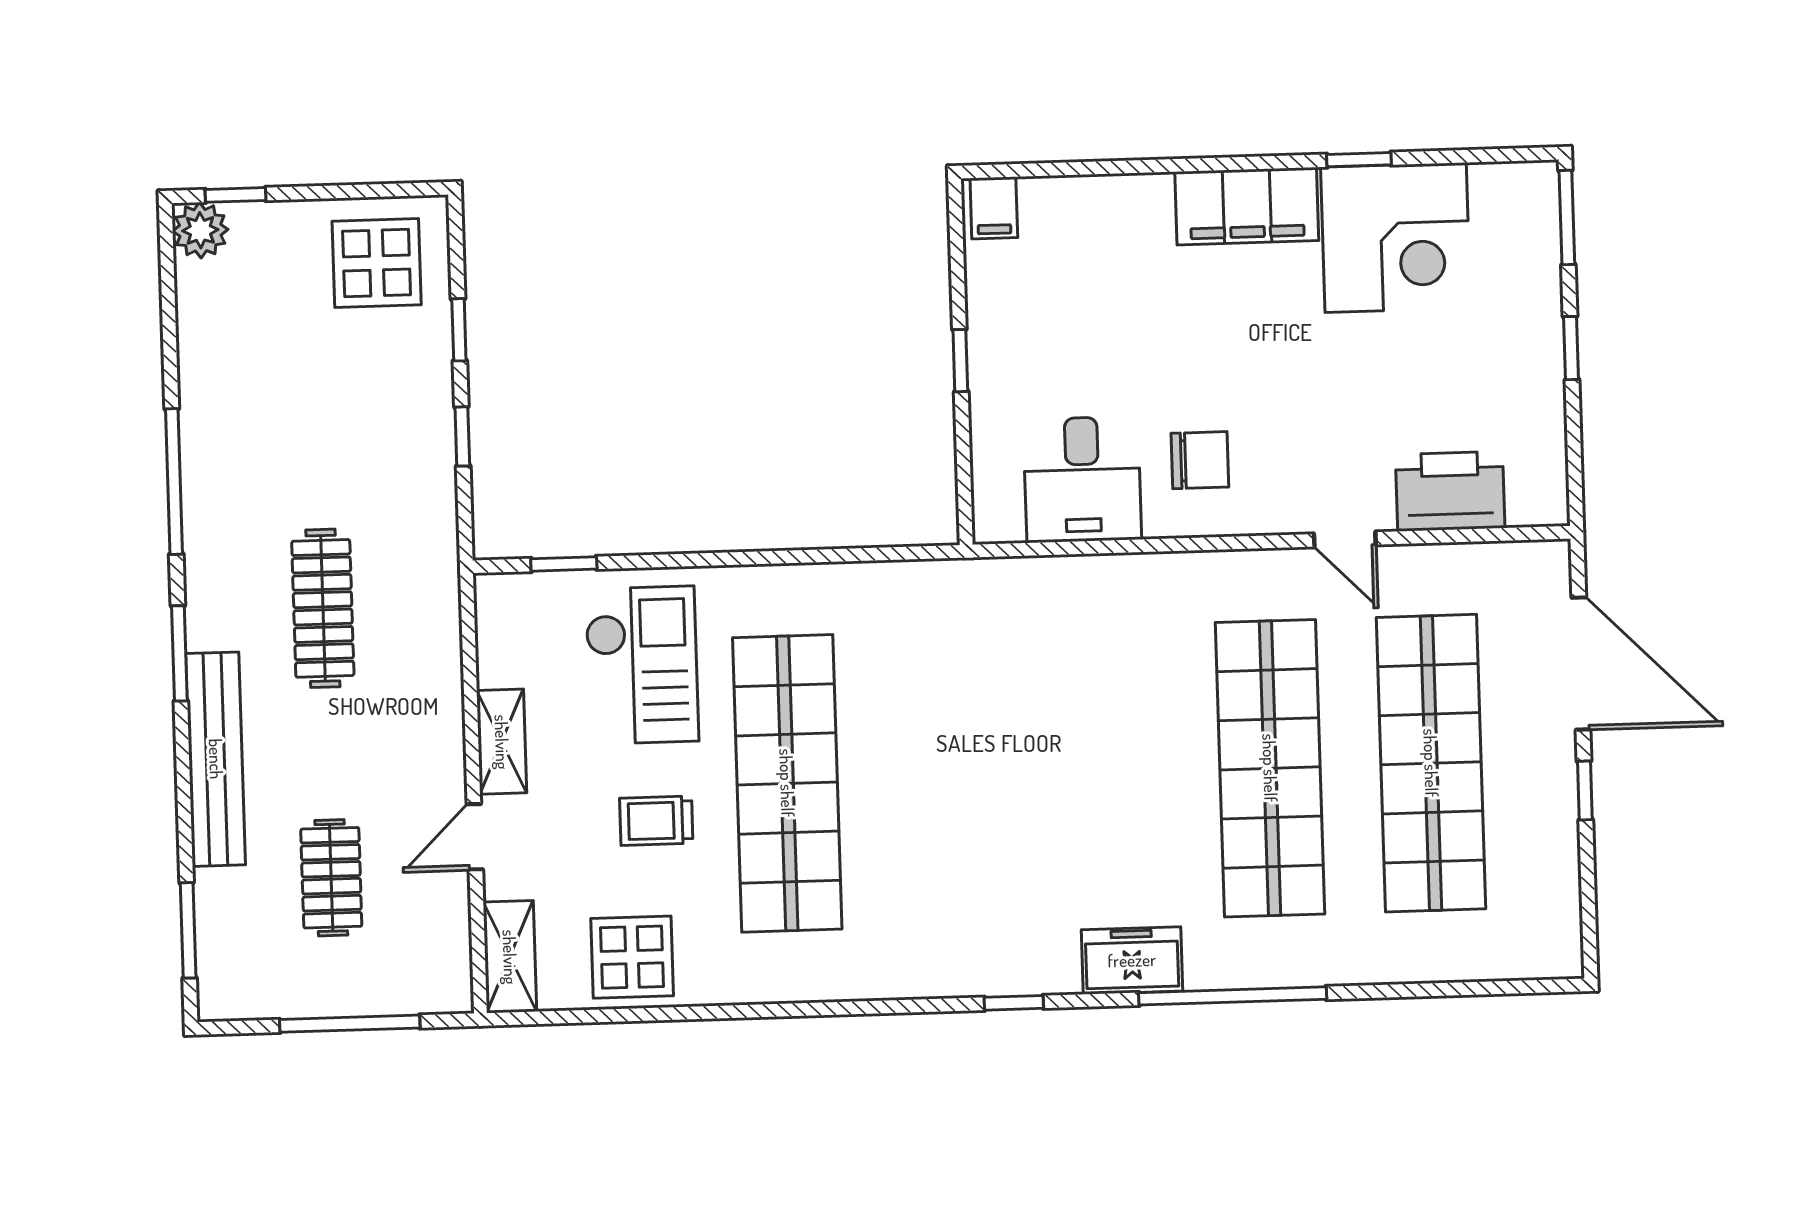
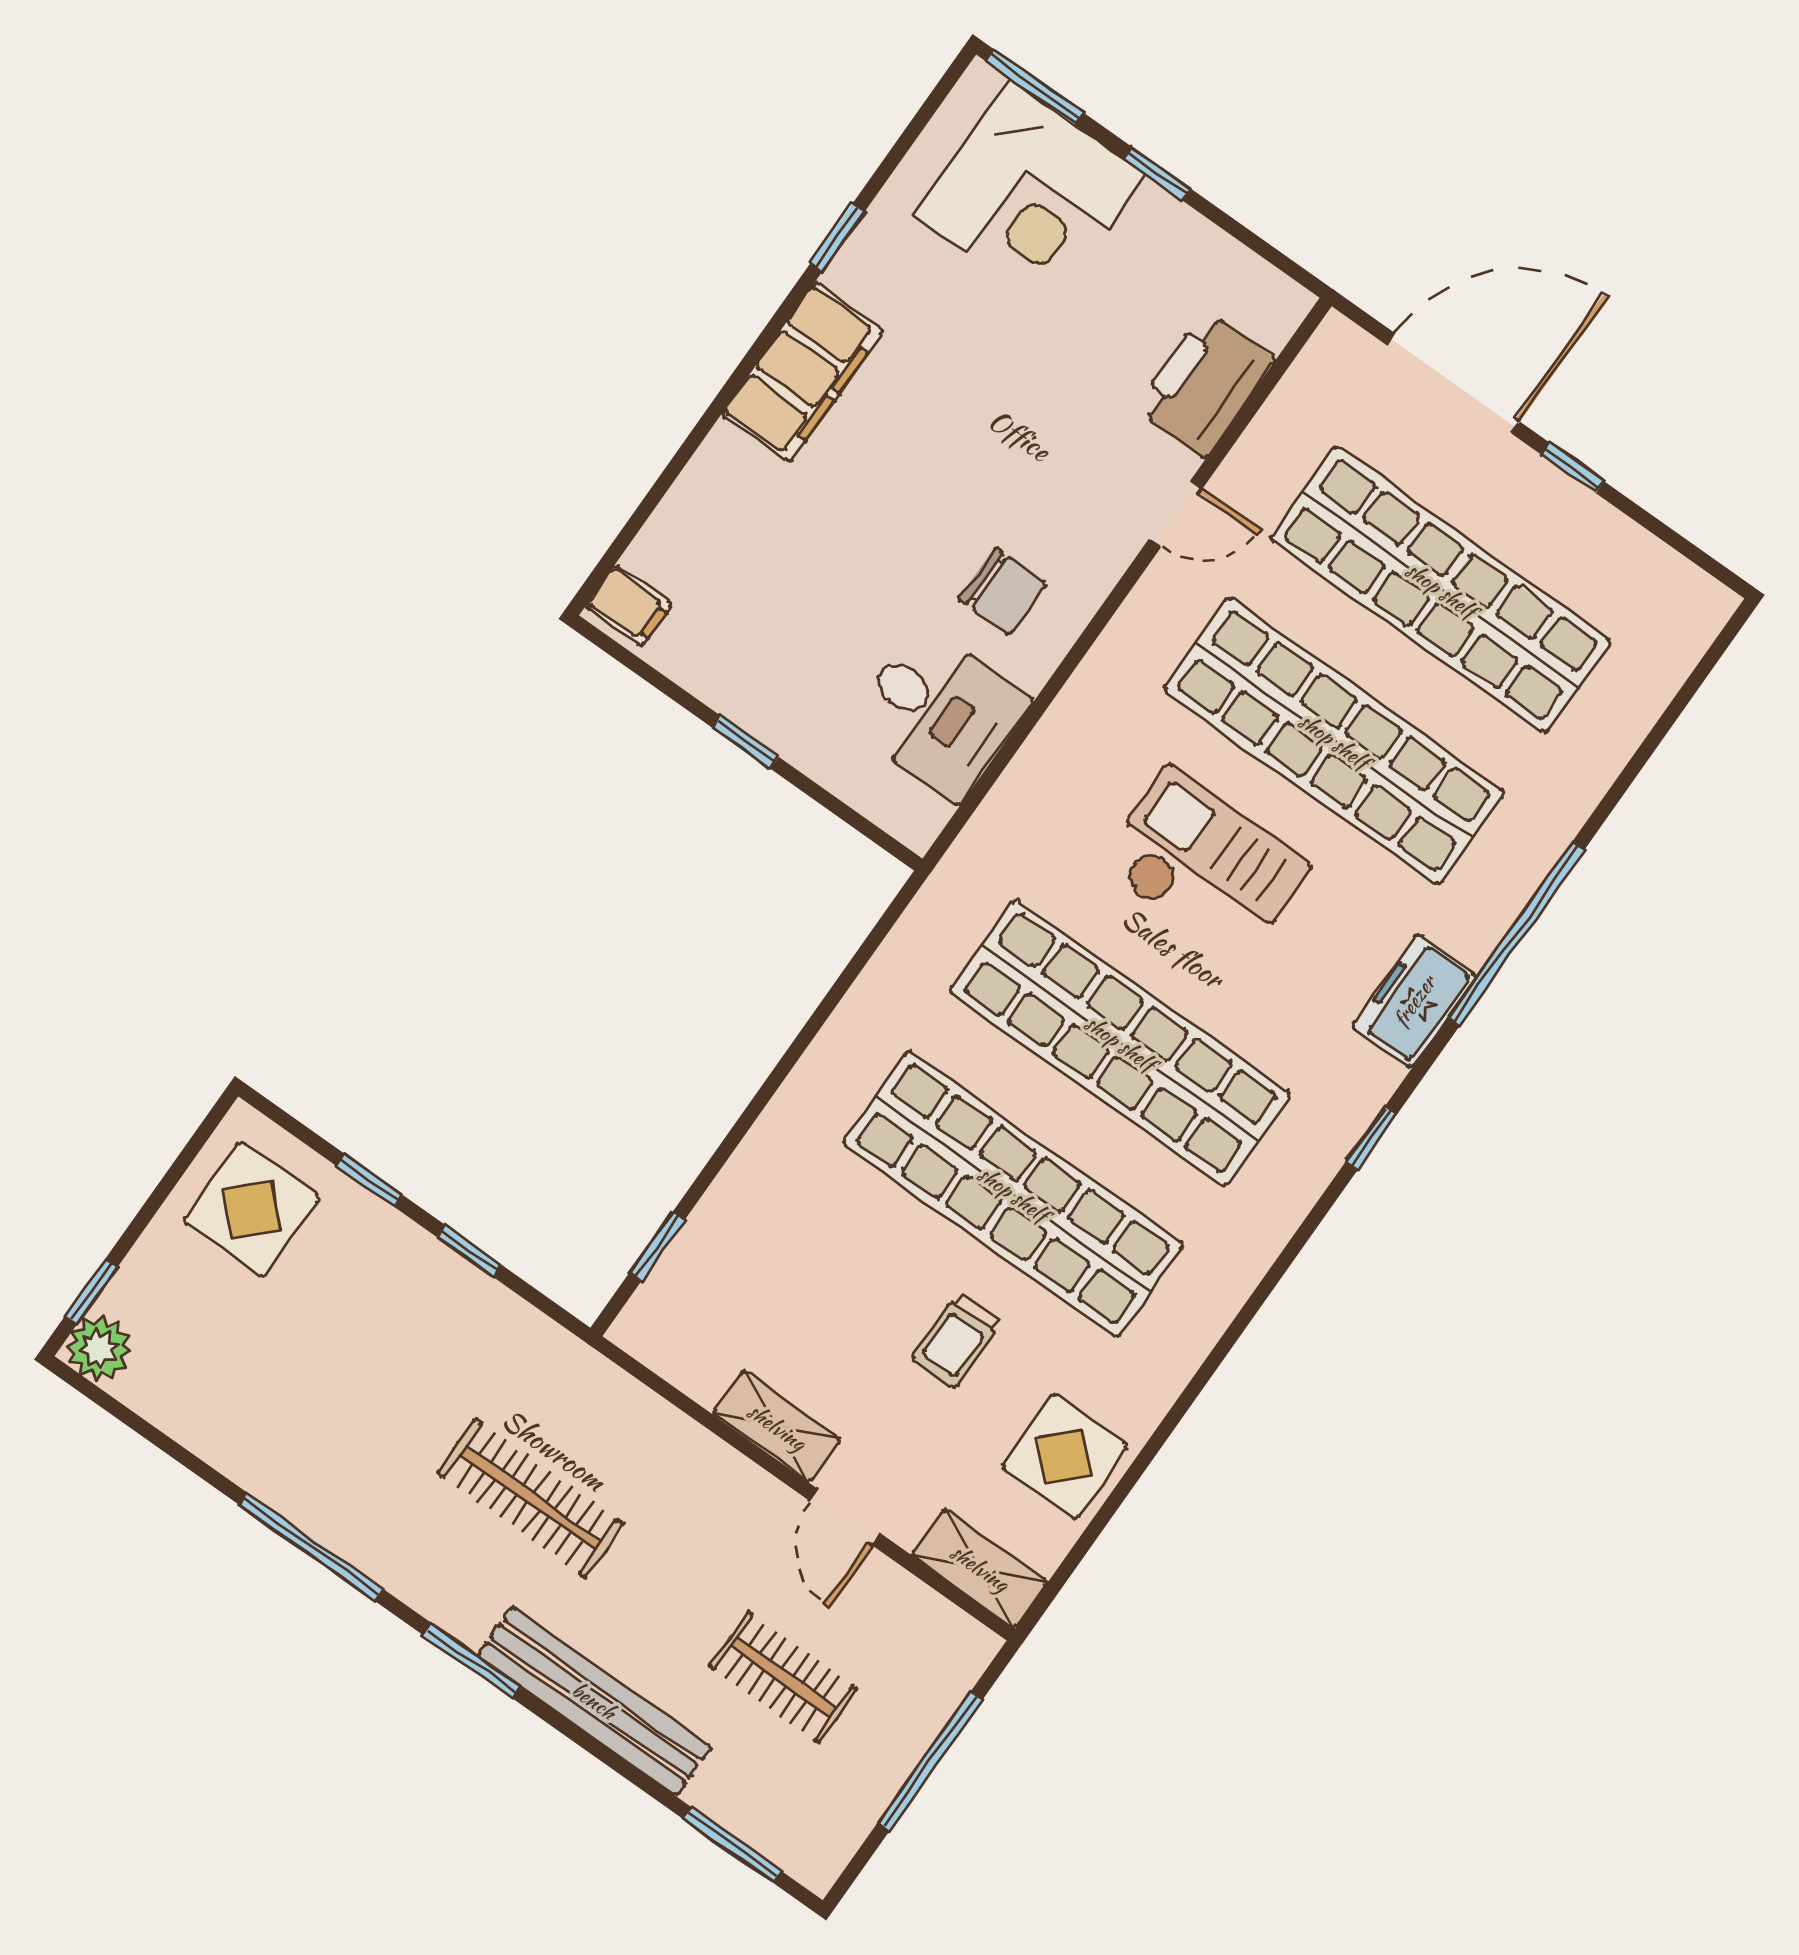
corner desk: (1396, 238) -> (1030, 195), moved, turned 90
chair: (1200, 460) -> (1003, 592), turned 90
checkout: (642, 665) -> (1204, 865), moved
shop shelf: (948, 778) -> (1120, 1043), added

